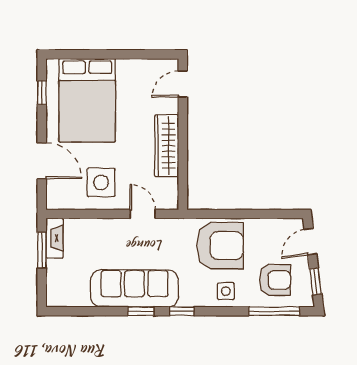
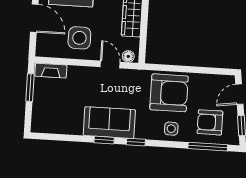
floor lamp: (165, 202) -> (128, 56), added
fireplace: (55, 238) -> (51, 71), moved, turned 90
armchair: (275, 280) -> (210, 122), turned 180
sofa: (134, 288) -> (109, 123), width x0.73

